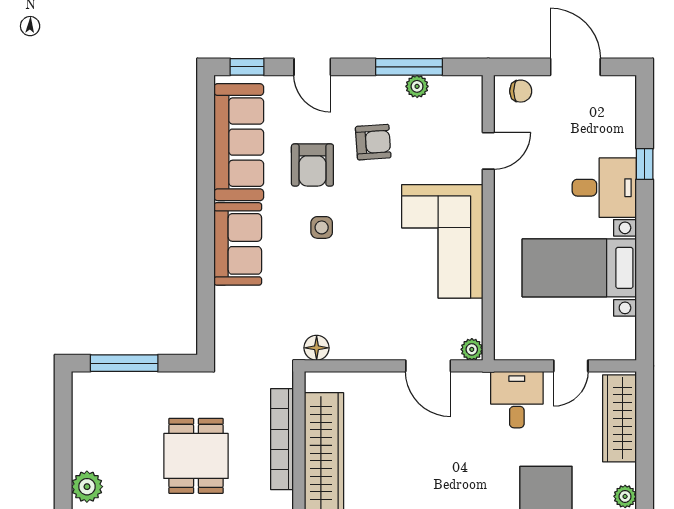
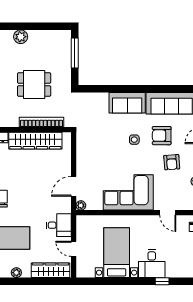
floor lamp: (317, 348) -> (82, 137), removed

